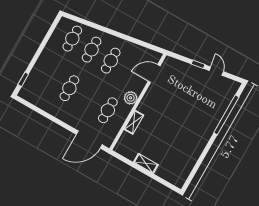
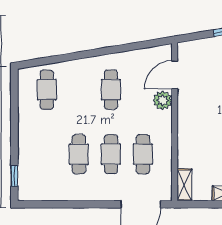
cafe table: (92, 50) -> (111, 154), moved
plant: (131, 98) -> (163, 100), moved
shelving: (134, 122) -> (184, 185), moved

